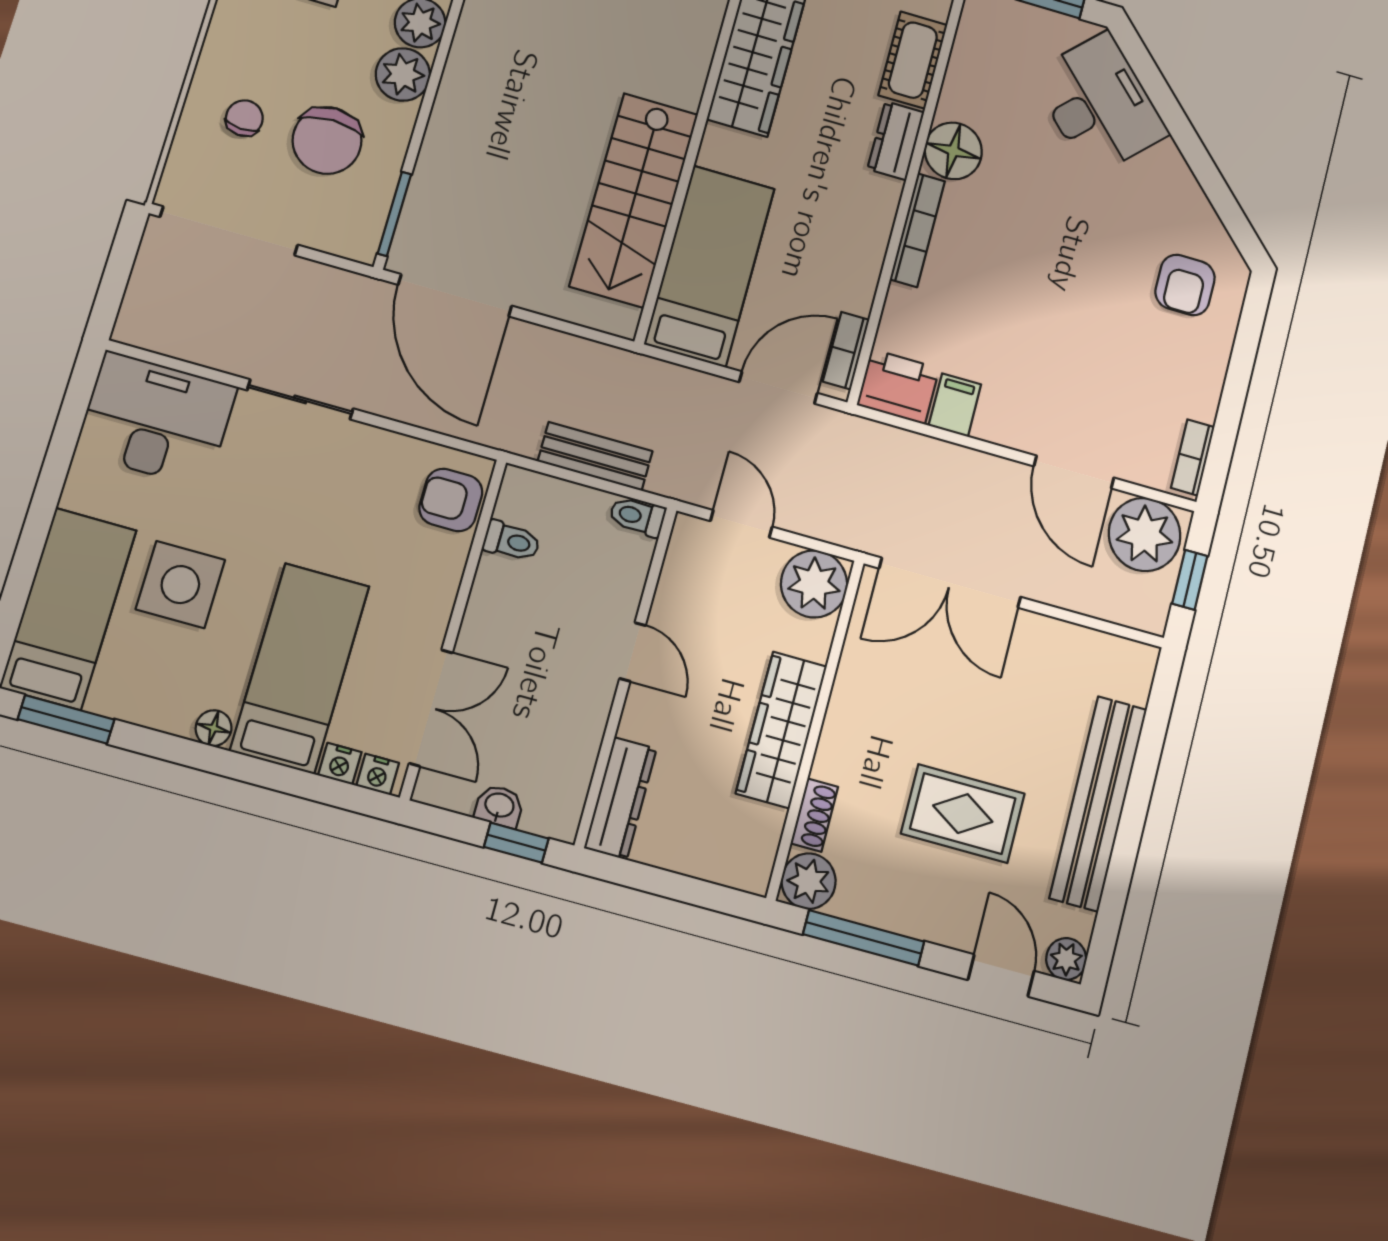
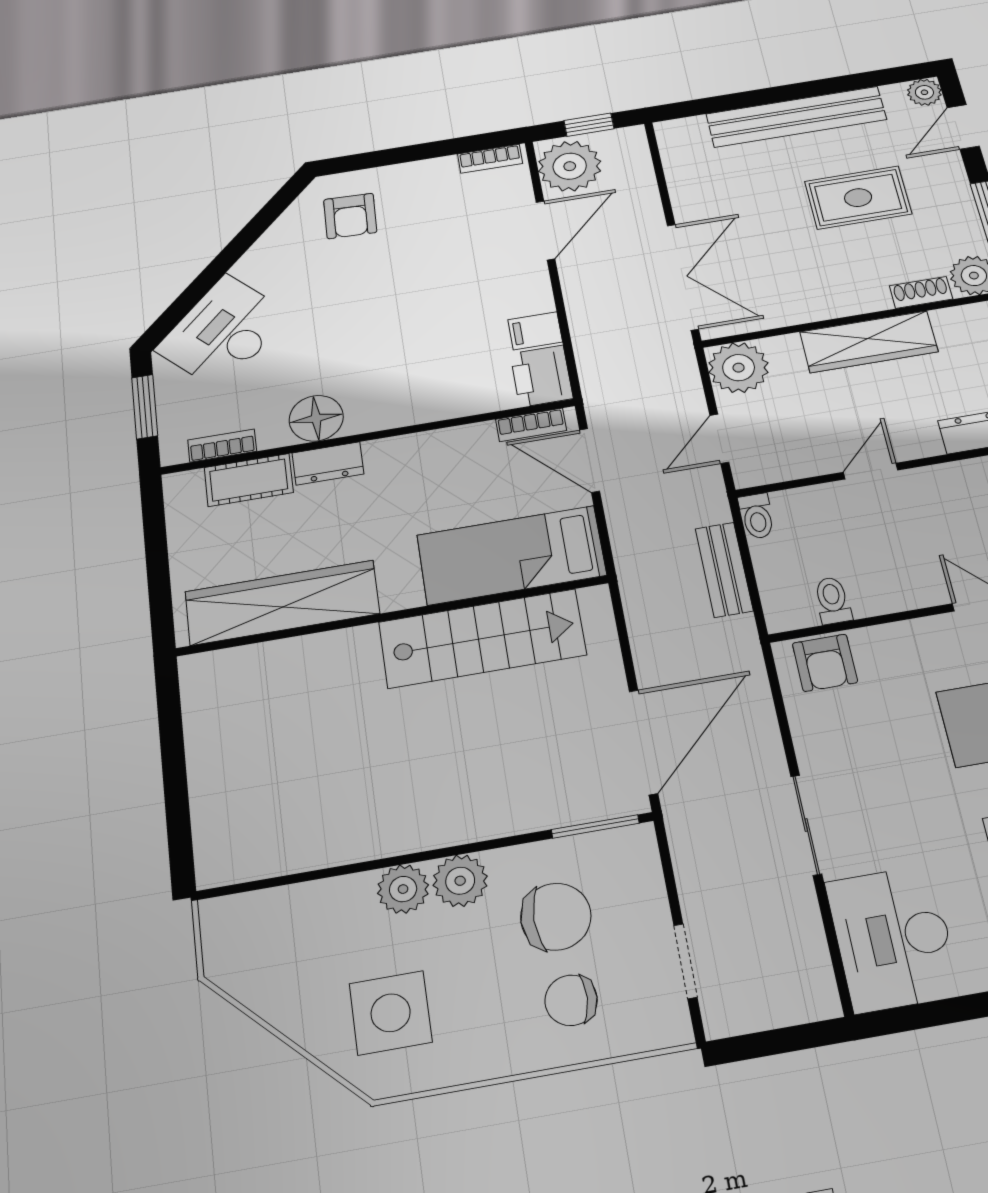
chair: (244, 118) -> (571, 1000), width x1.37, depth x1.37
bookcase: (917, 230) -> (222, 446), moved, width x0.64
doorway: (229, 231) -> (685, 961), width x0.53
armchair: (1185, 285) -> (350, 216), turned 92
rug: (963, 814) -> (858, 198), turned 90

